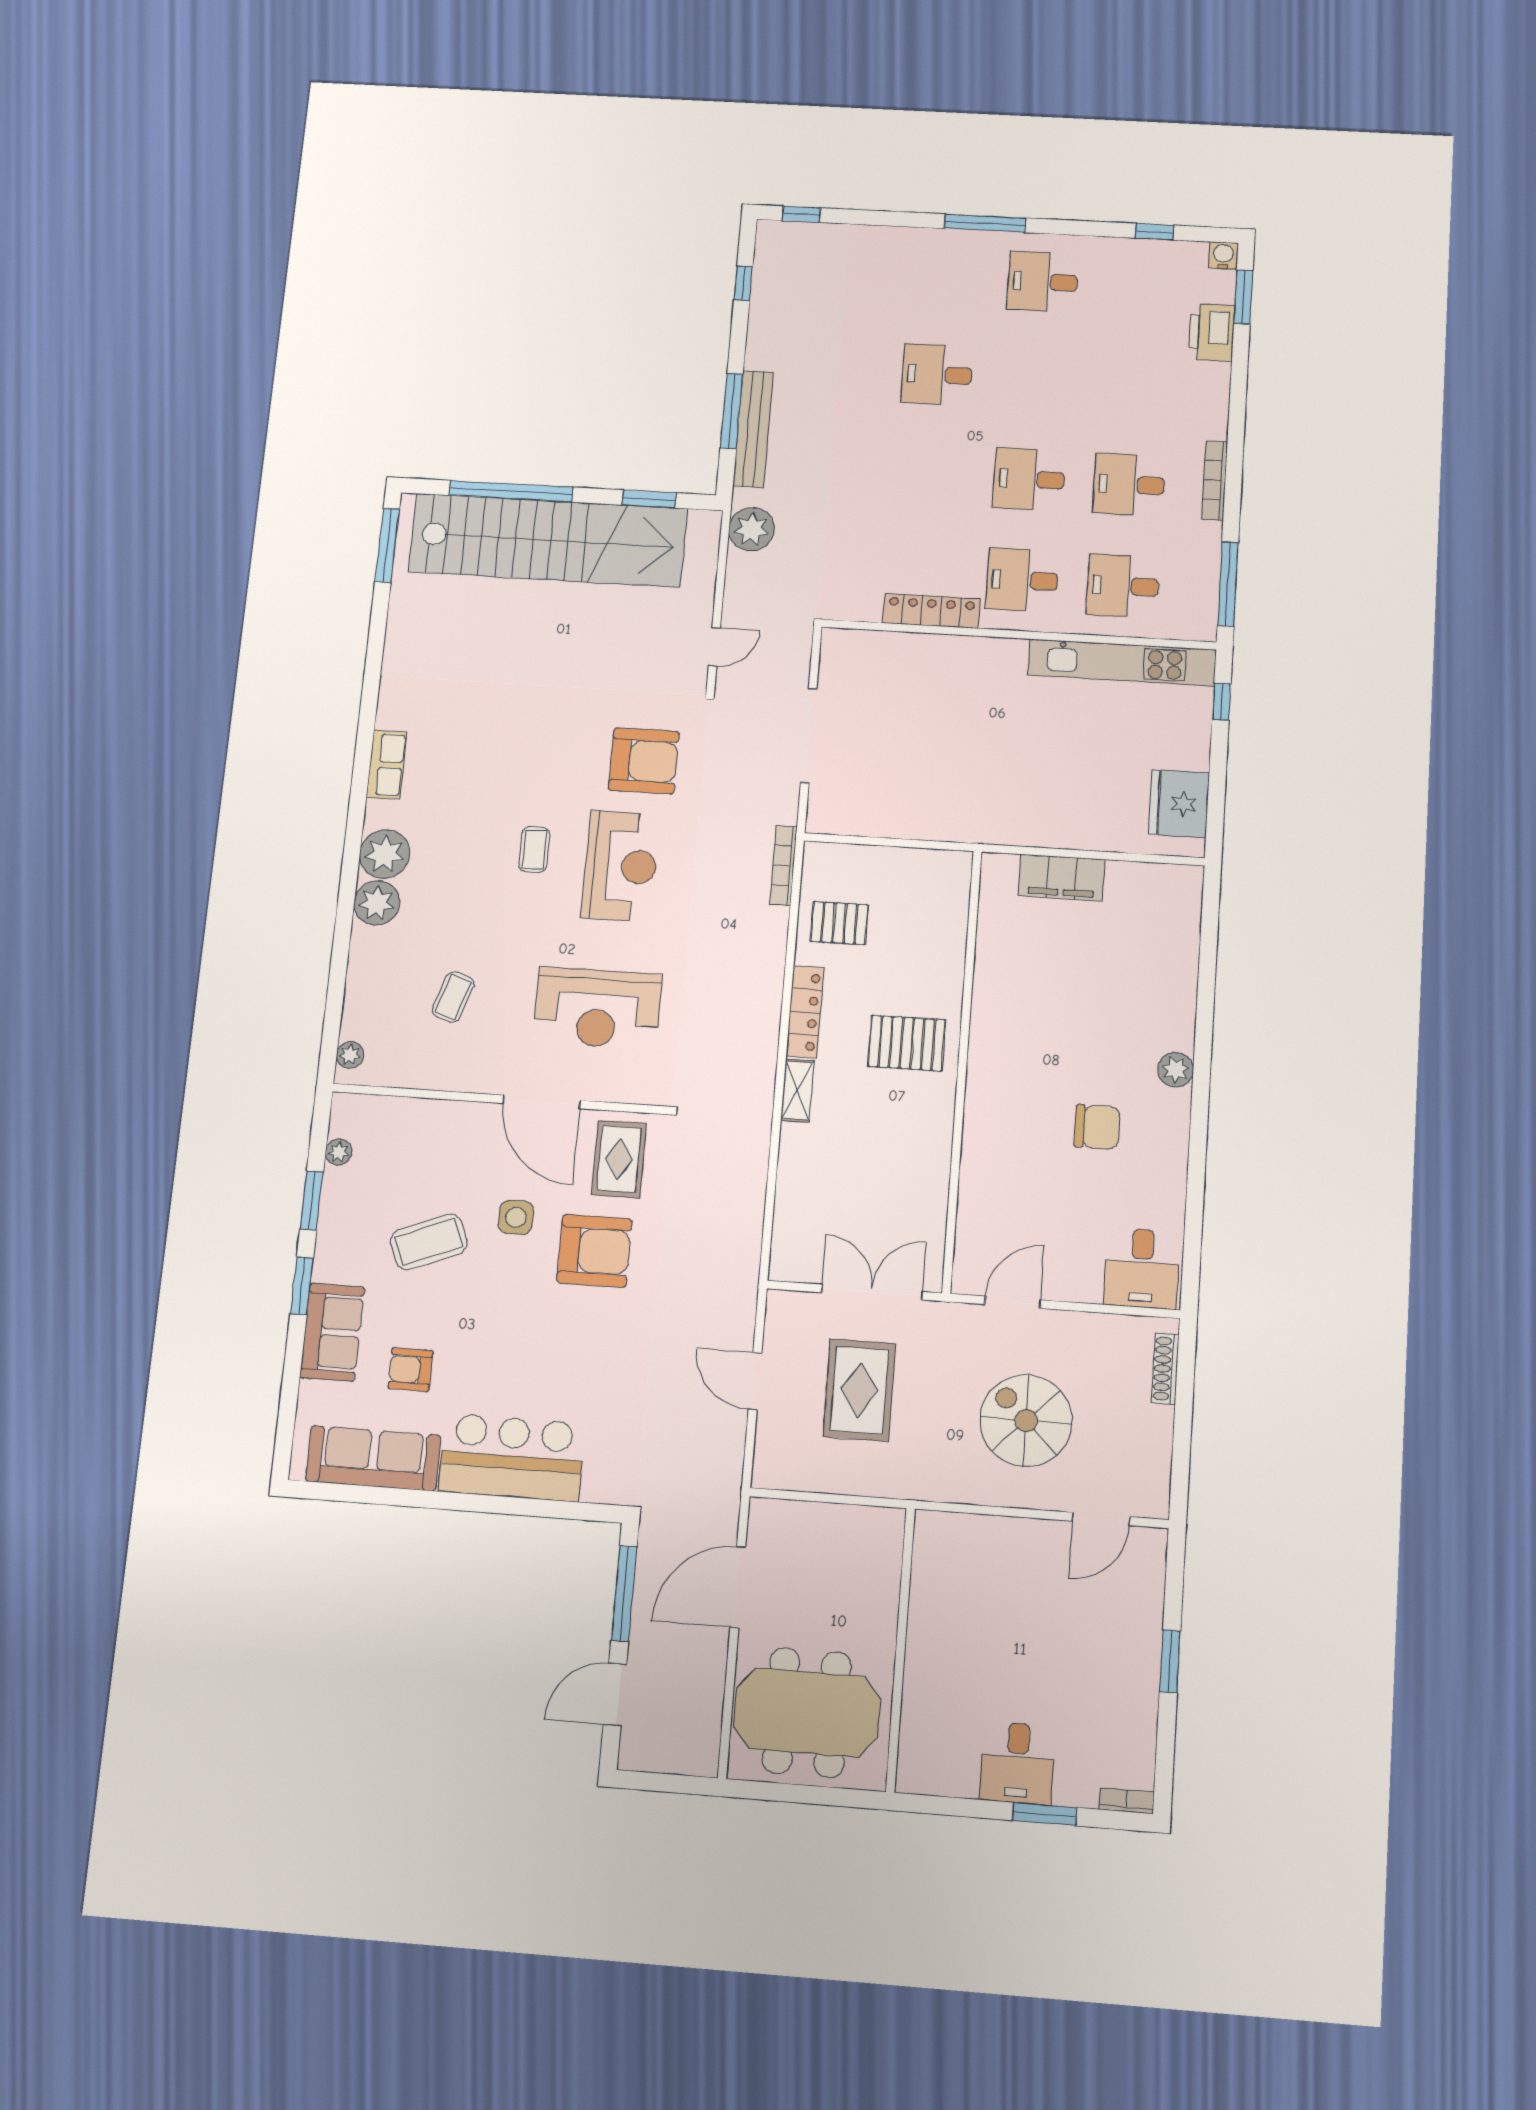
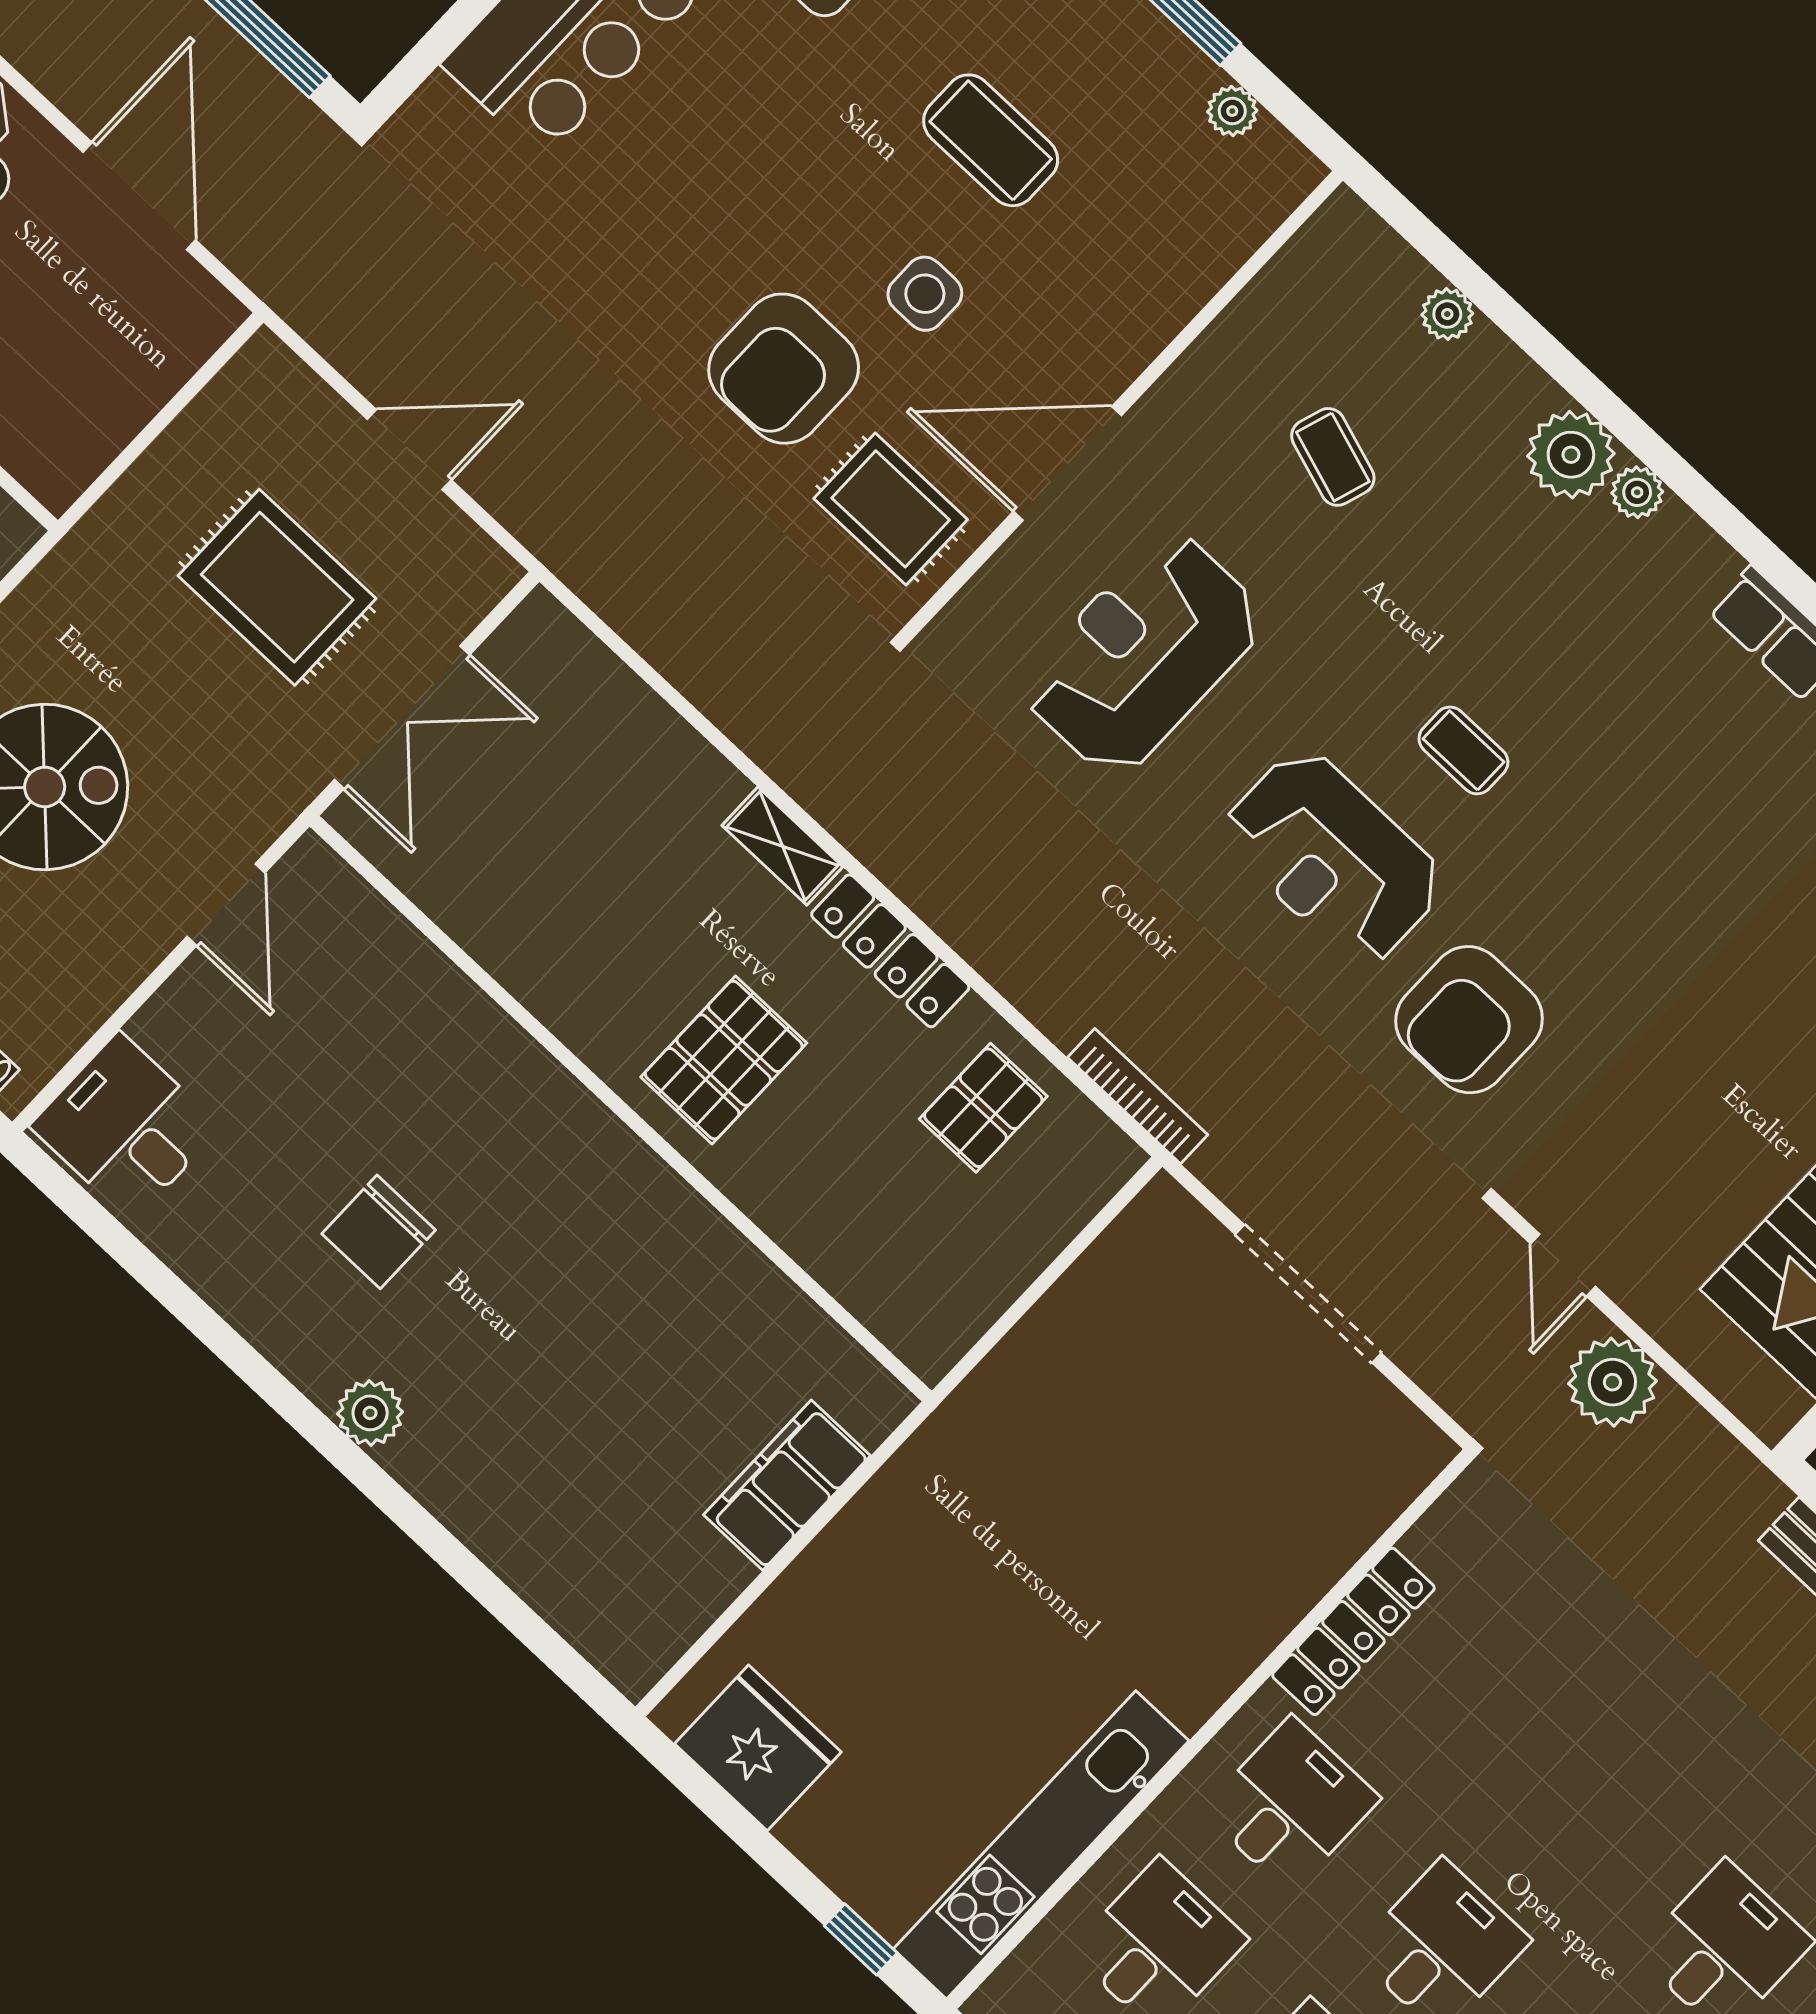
plant: (752, 529) -> (1612, 1382), moved
plant: (385, 854) -> (1637, 492), width x0.53, depth x0.53
plant: (350, 1055) -> (1447, 314), moved
coffee table: (429, 1242) -> (991, 140), turned -68

